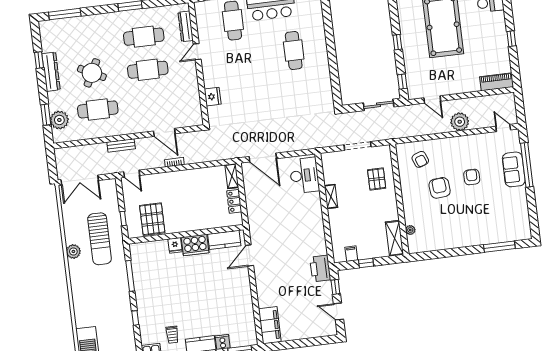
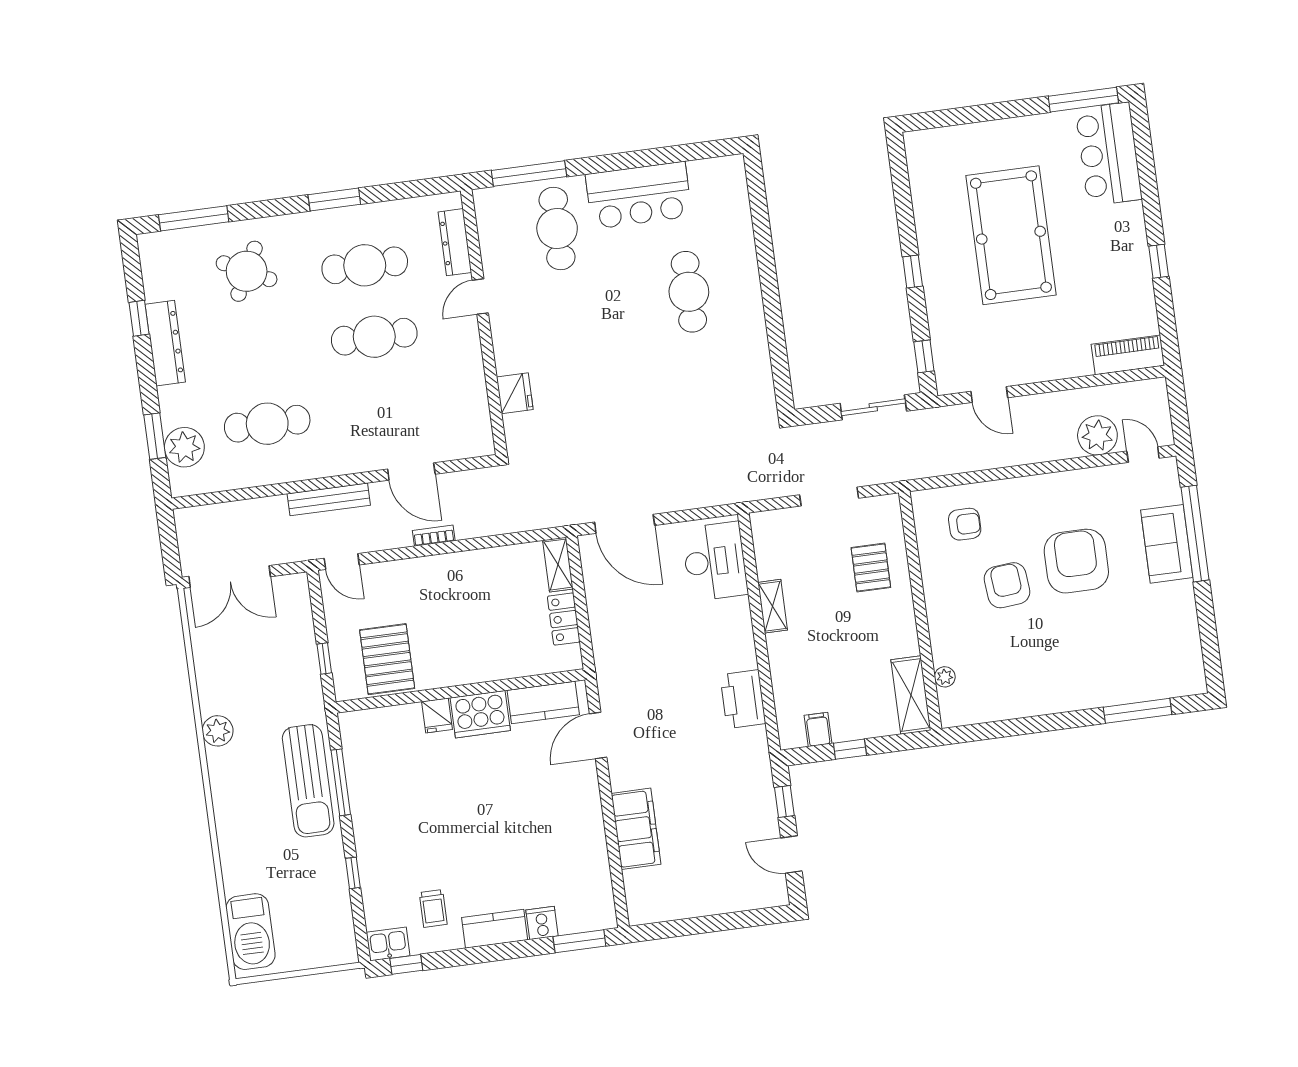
round table: (92, 73) -> (247, 271), moved
plant: (460, 122) -> (1097, 435), moved
bench: (121, 145) -> (329, 499), width x1.36
armchair: (420, 159) -> (965, 524), turned -69
armchair: (472, 177) -> (1076, 561), width x1.88, depth x1.88
sun lounger: (100, 239) -> (308, 781), moved
printer: (320, 269) -> (743, 699), moved
filing cabinet: (270, 325) -> (636, 829), moved

